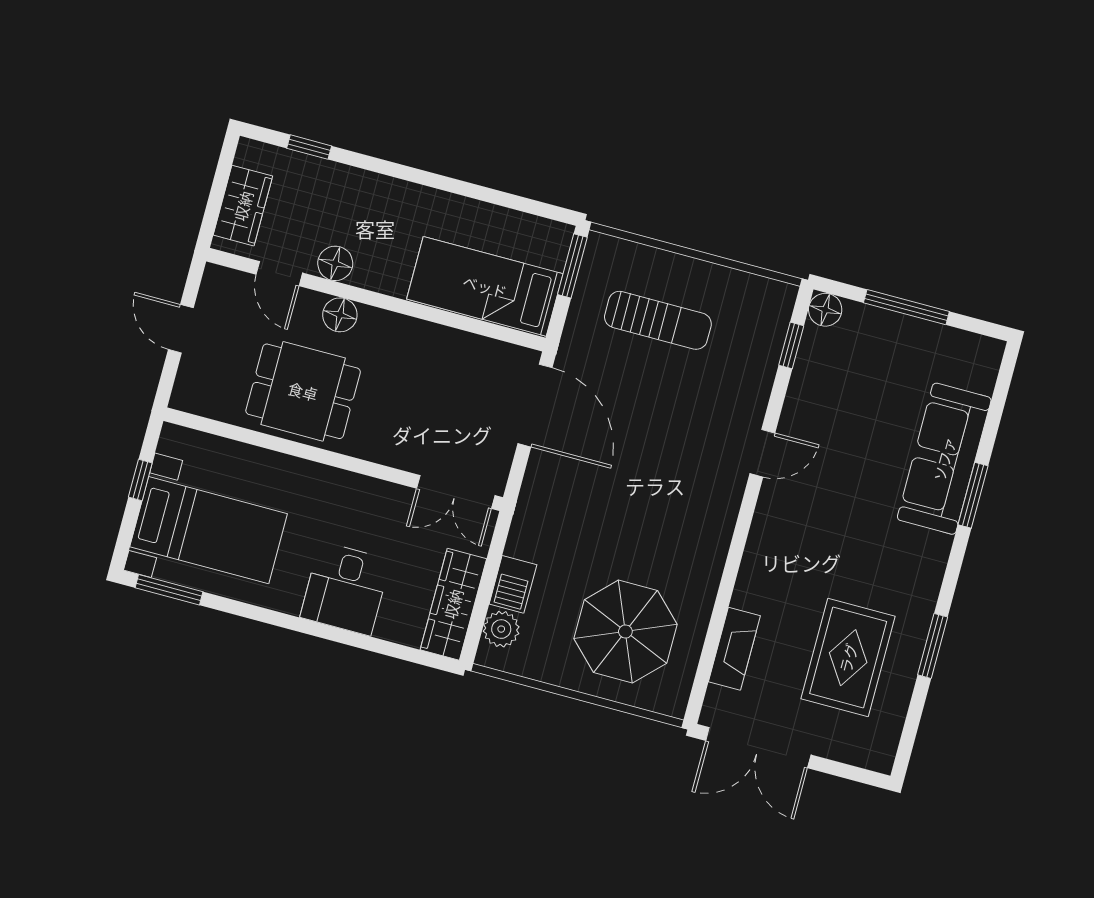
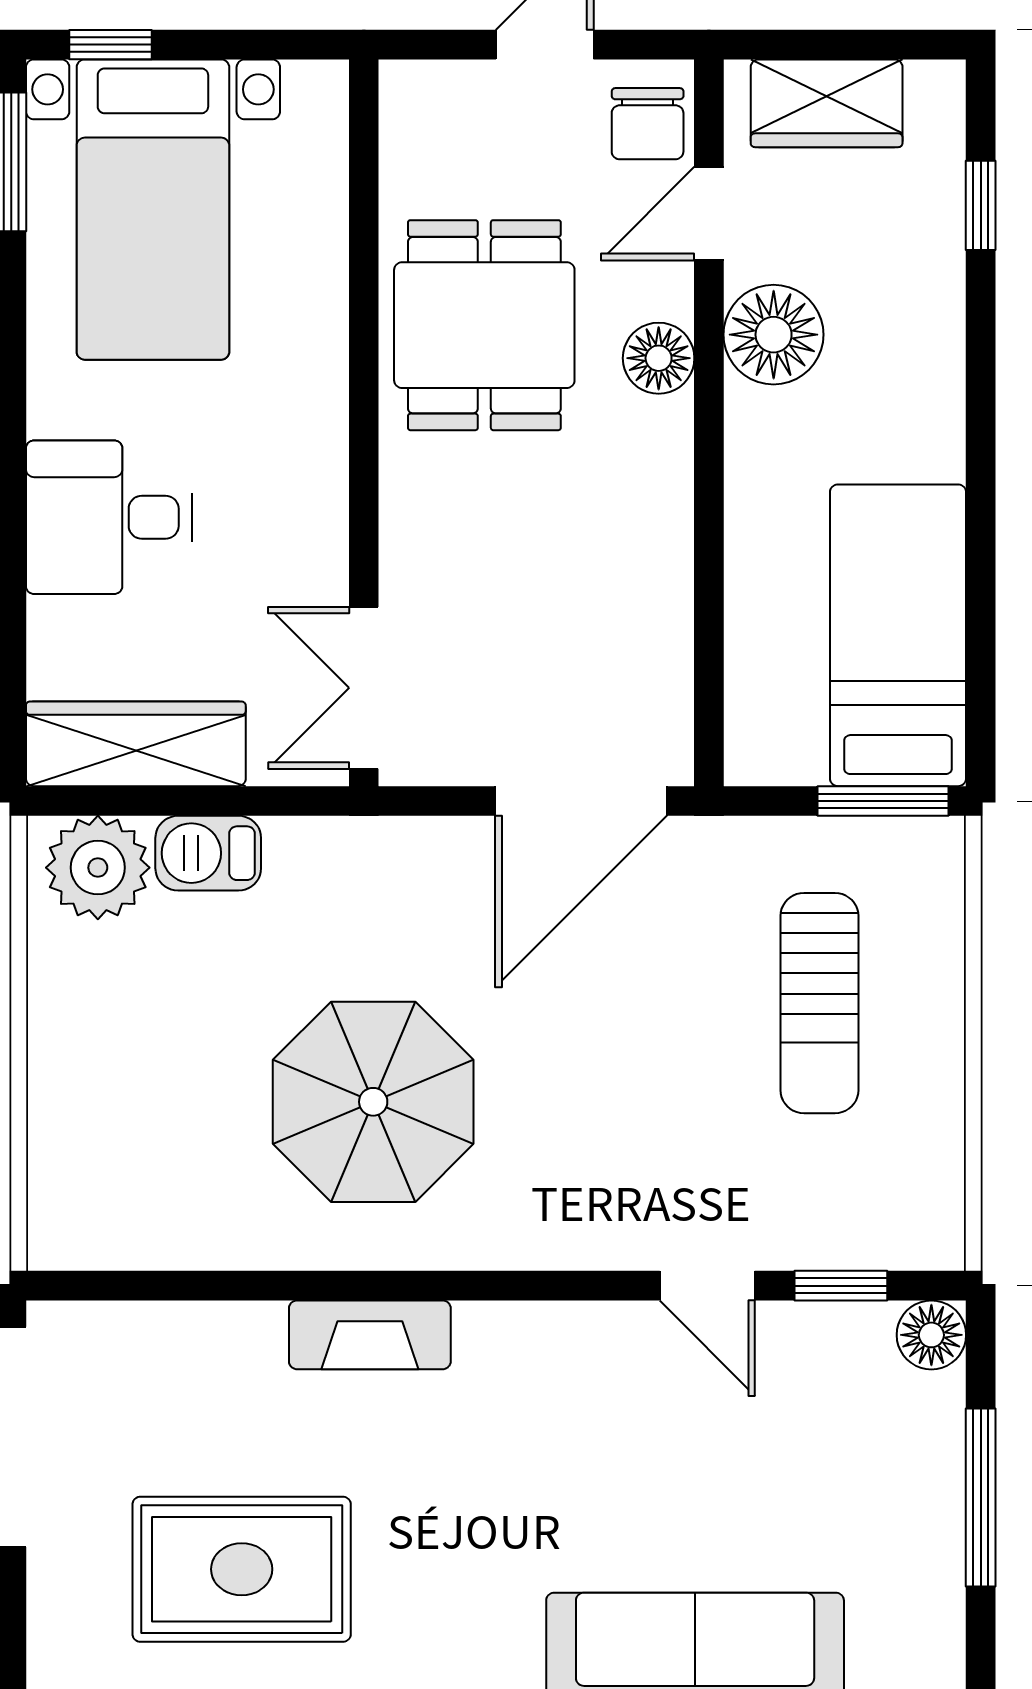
floor lamp: (335, 263) -> (774, 335), width x1.38, depth x1.38
bed: (485, 286) -> (898, 635), moved
chair: (230, 291) -> (648, 124), added
door: (762, 453) -> (707, 1286), moved
window: (140, 480) -> (110, 45), moved
plant: (501, 629) -> (98, 868), width x1.36, depth x1.36
parasol: (625, 632) -> (373, 1102), moved
fireplace: (734, 649) -> (370, 1335), moved

